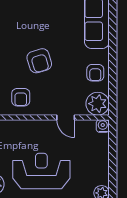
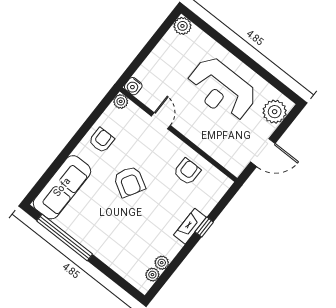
armchair: (39, 61) -> (129, 182), moved, turned 137
plant: (98, 104) -> (121, 101), width x0.53, depth x0.53

